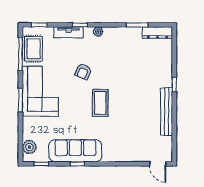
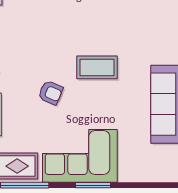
plant: (29, 147) -> (162, 172), removed

